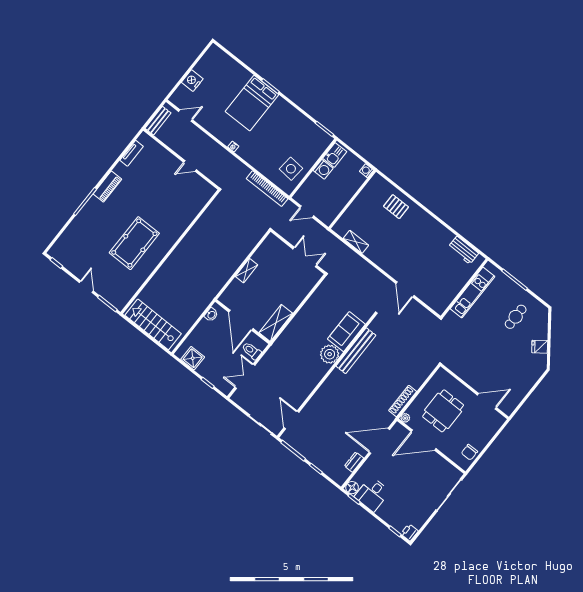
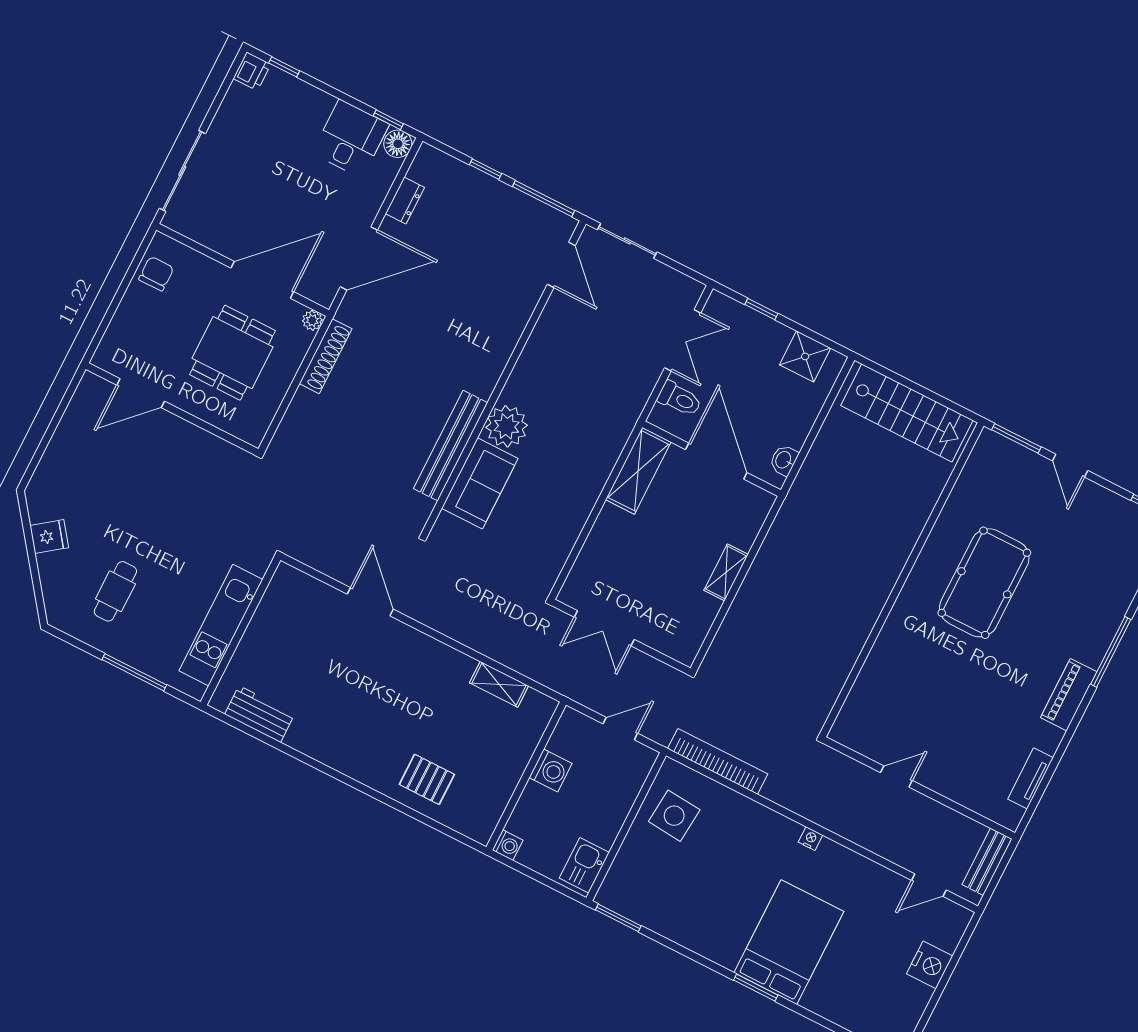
washing machine: (323, 169) -> (551, 770), moved, turned 180

